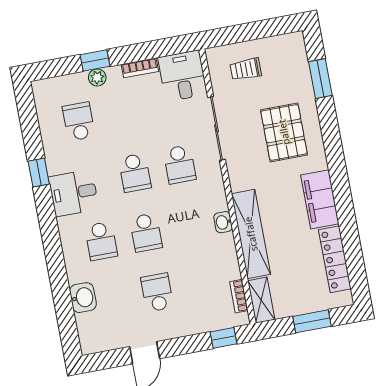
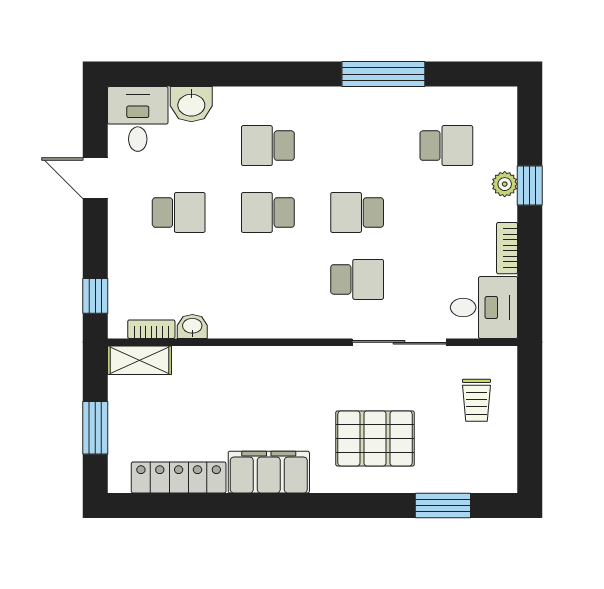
trolley: (246, 69) -> (476, 400), turned 180
school desk: (180, 164) -> (357, 279), turned 180
window: (39, 173) -> (383, 74), width x2.17
desk: (74, 193) -> (138, 119), moved
washbasin: (223, 222) -> (192, 326), moved
shelving: (251, 234) -> (238, 363), removed

